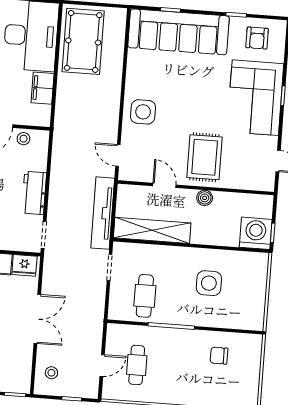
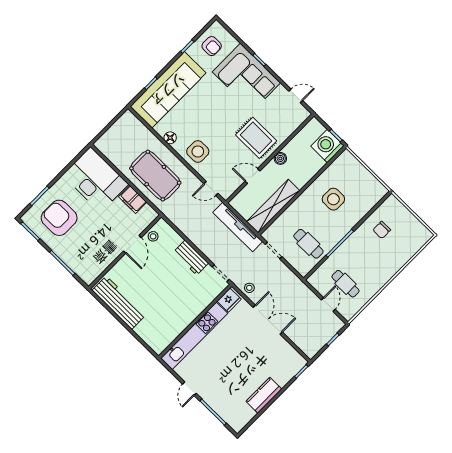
pool table: (83, 41) -> (155, 176), moved
floor lamp: (134, 74) -> (170, 138), added
stool: (51, 373) -> (249, 288), moved

